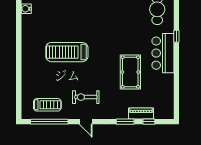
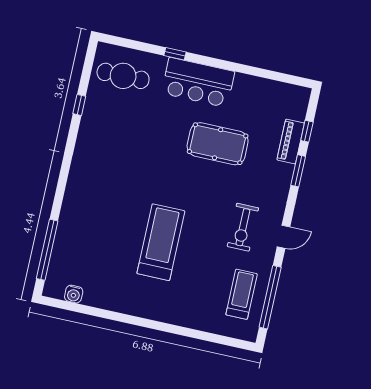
treadmill: (67, 52) -> (161, 242), turned 180

